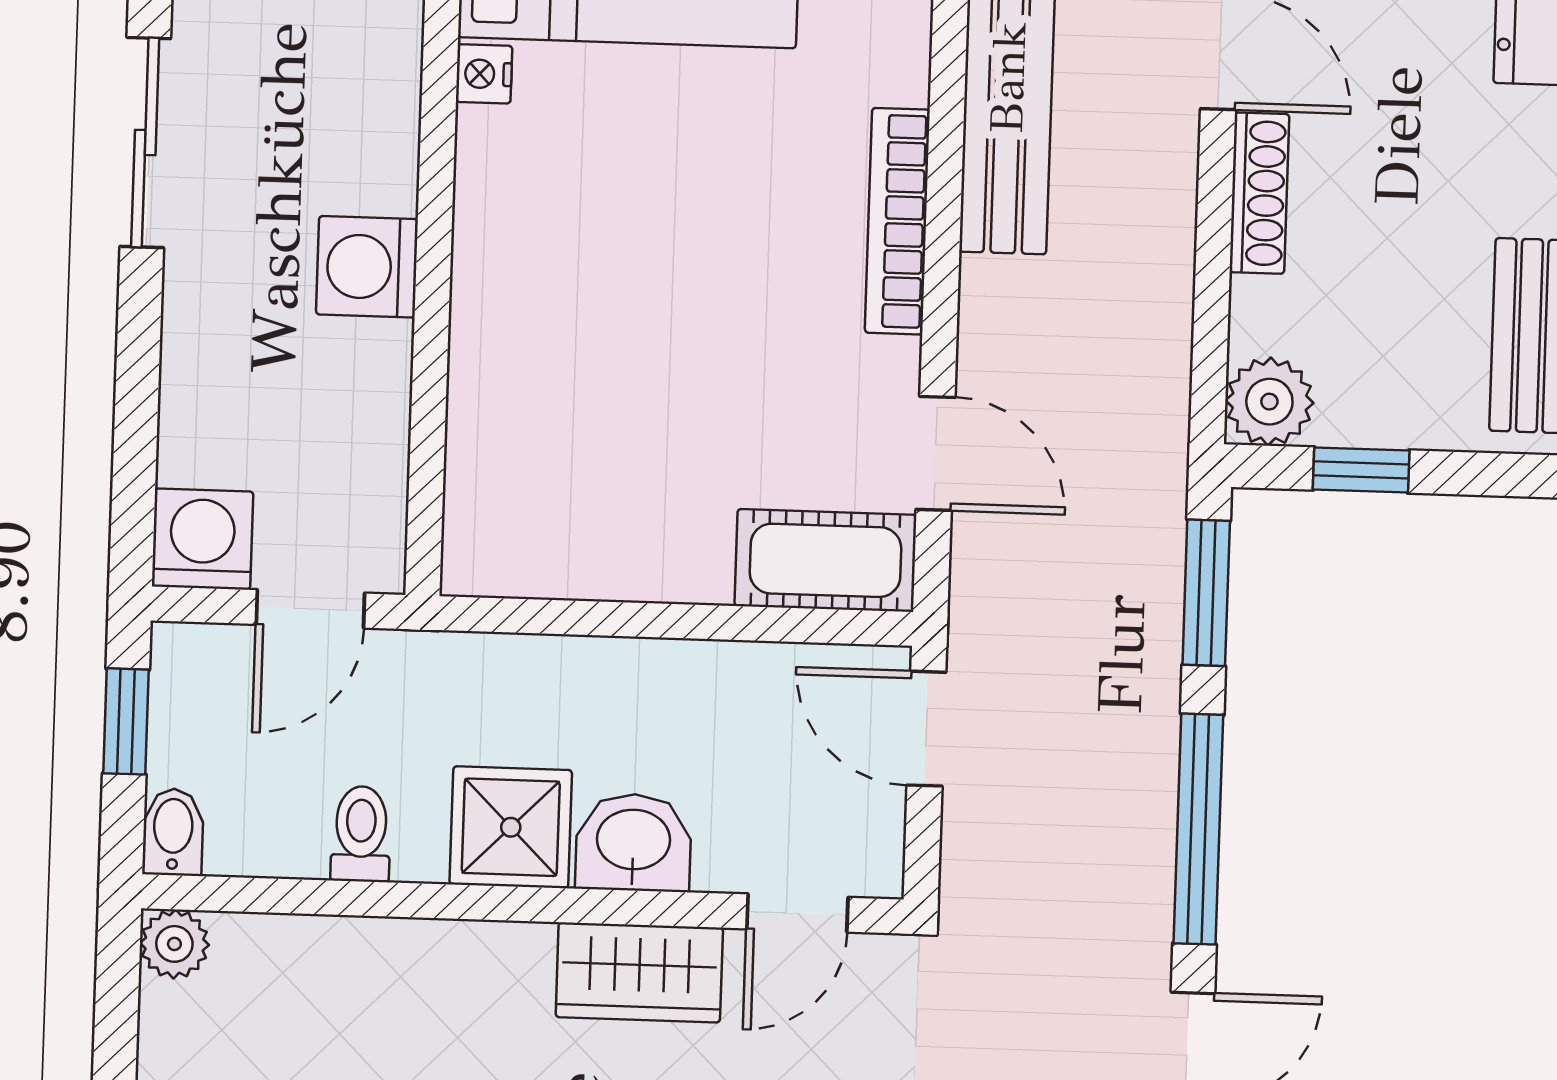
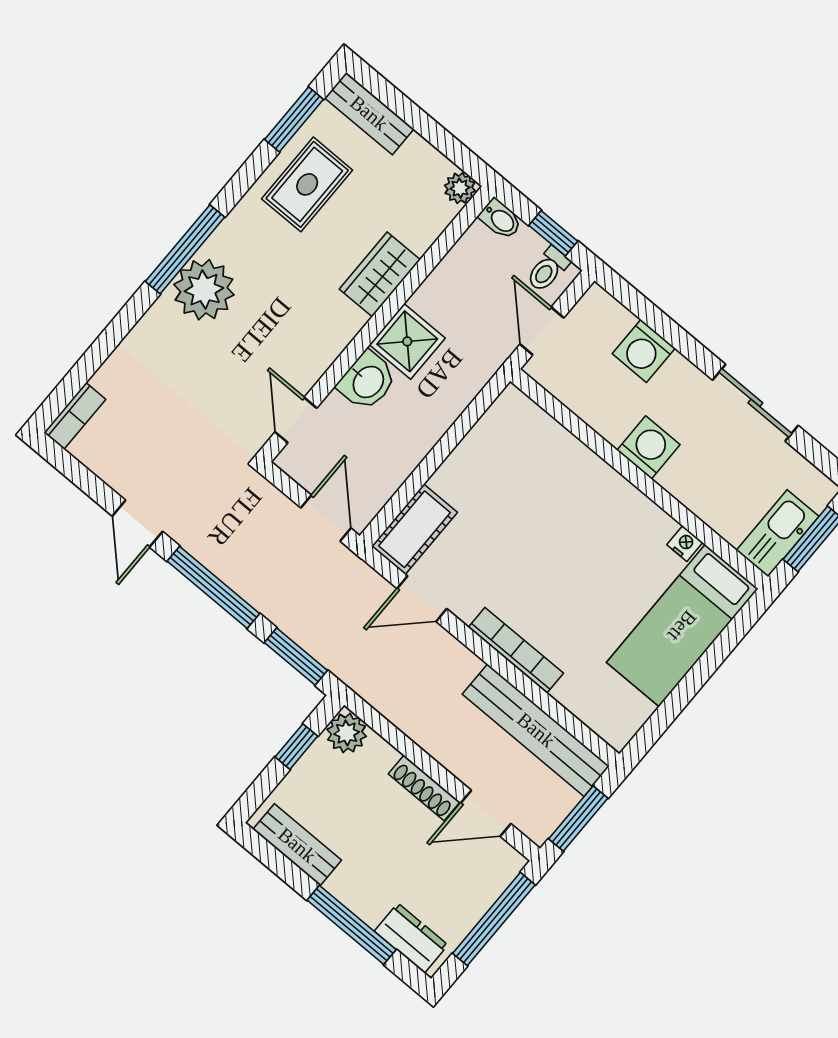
washing machine: (202, 539) -> (644, 351), moved, turned 90
door: (926, 729) -> (326, 518), hinge flipped
toilet: (361, 834) -> (548, 269), moved, turned 90
wardrobe: (639, 972) -> (380, 274), moved

